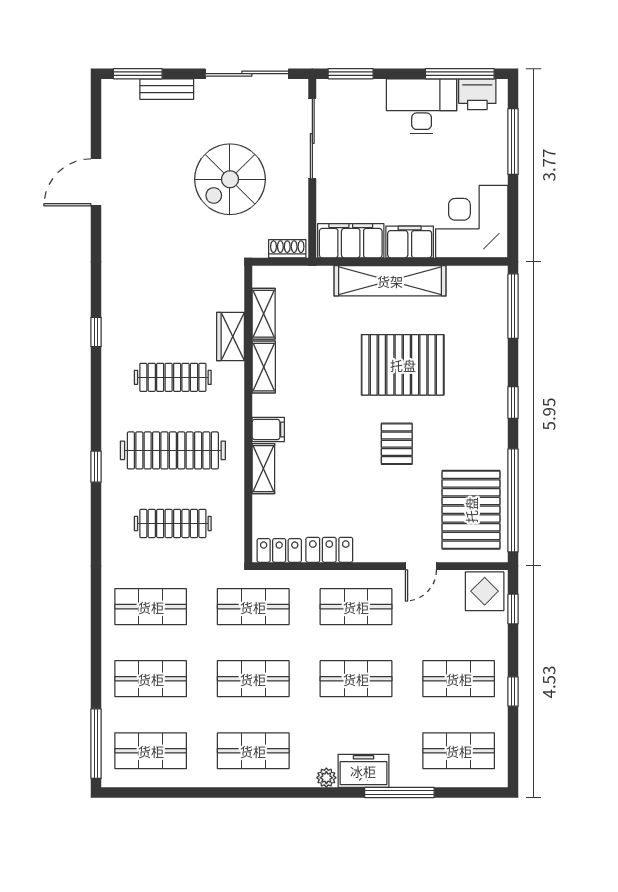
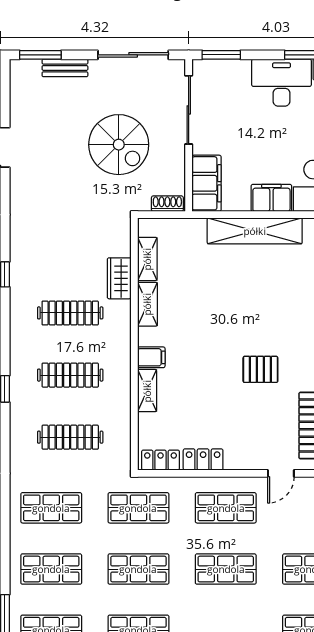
spiral stairs: (230, 179) -> (119, 145), turned -90
filing cabinet: (351, 241) -> (206, 183), moved, turned 90
pallet: (403, 365) -> (265, 302), removed
pallet: (397, 444) -> (260, 369), turned 90
clothes rail: (173, 450) -> (70, 375), width x0.73, depth x0.76

